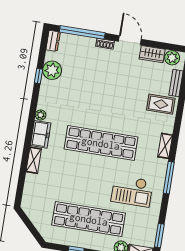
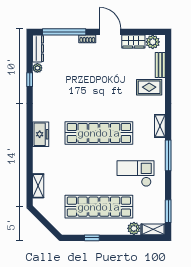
dresser: (53, 41) -> (38, 49), width x1.44
plant: (52, 70) -> (37, 68), width x0.53, depth x0.53
plant: (41, 115) -> (38, 116), removed
shelving: (34, 160) -> (38, 186), moved
checkout: (132, 191) -> (136, 174), turned 180

